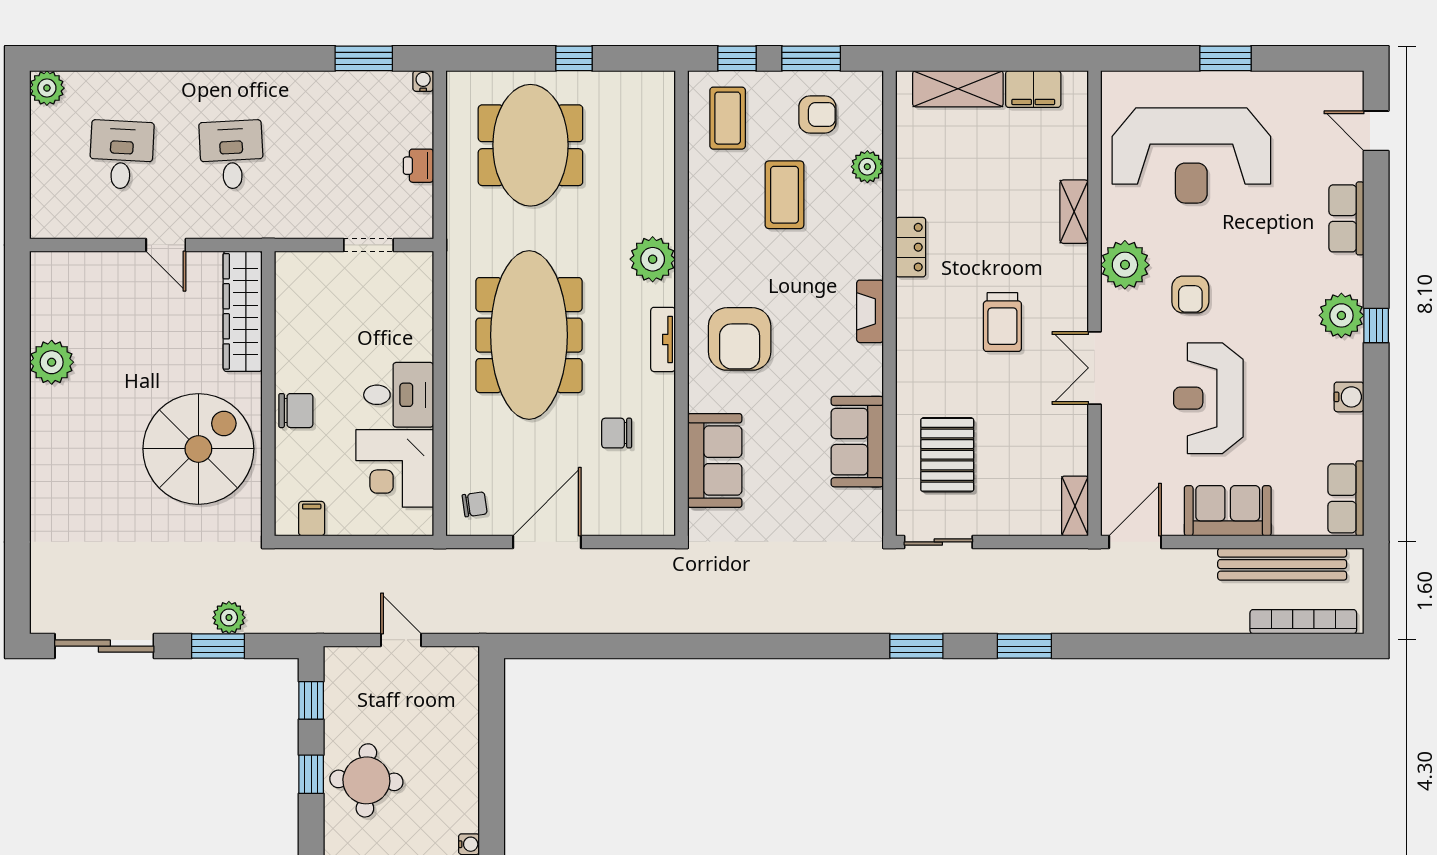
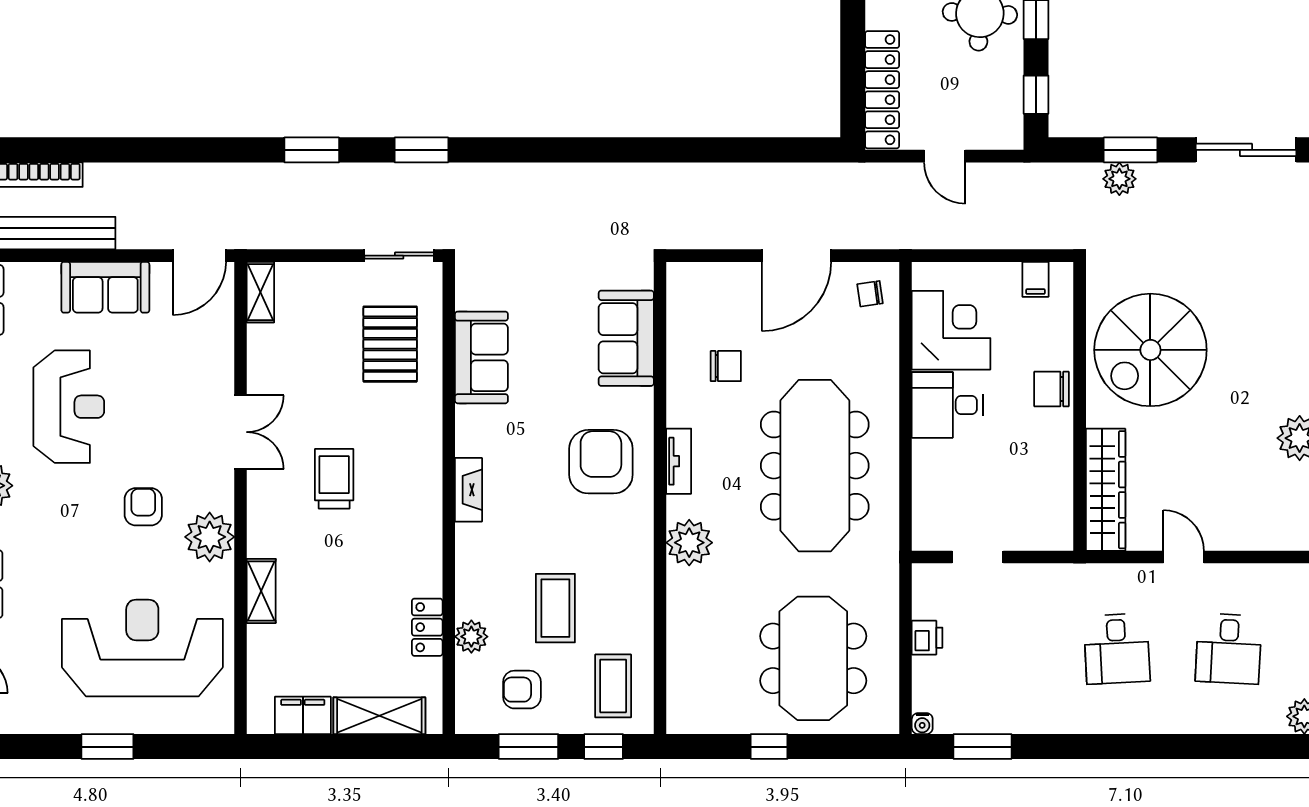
locker: (911, 247) -> (427, 627), moved
reception desk: (1208, 398) -> (69, 407), moved
locker: (463, 705) -> (882, 90), added

